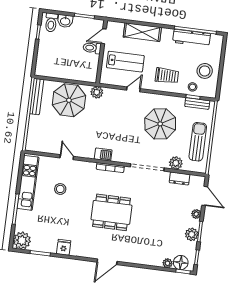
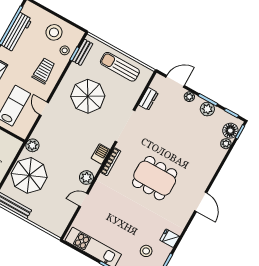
barbecue: (103, 155) -> (101, 154), moved
plant: (176, 163) -> (86, 178), moved
stool: (60, 189) -> (146, 251), moved
dining table: (111, 212) -> (155, 178), turned 90

